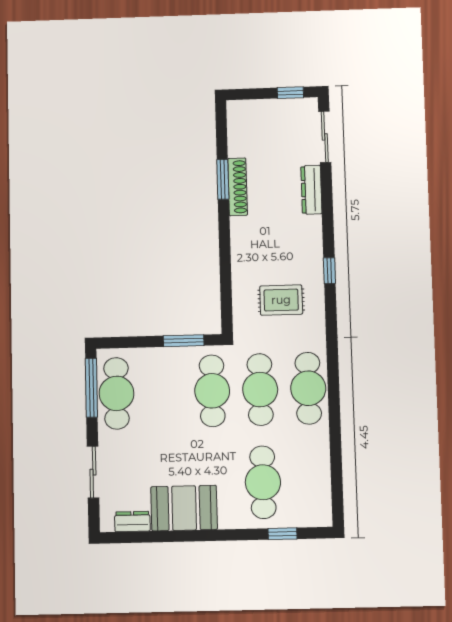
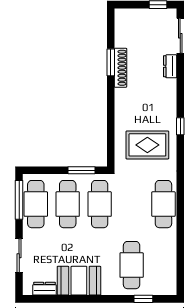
dresser: (311, 190) -> (170, 66), width x0.70
rug: (281, 300) -> (147, 145), width x1.36, depth x1.43
cafe table: (260, 390) -> (68, 204), moved

